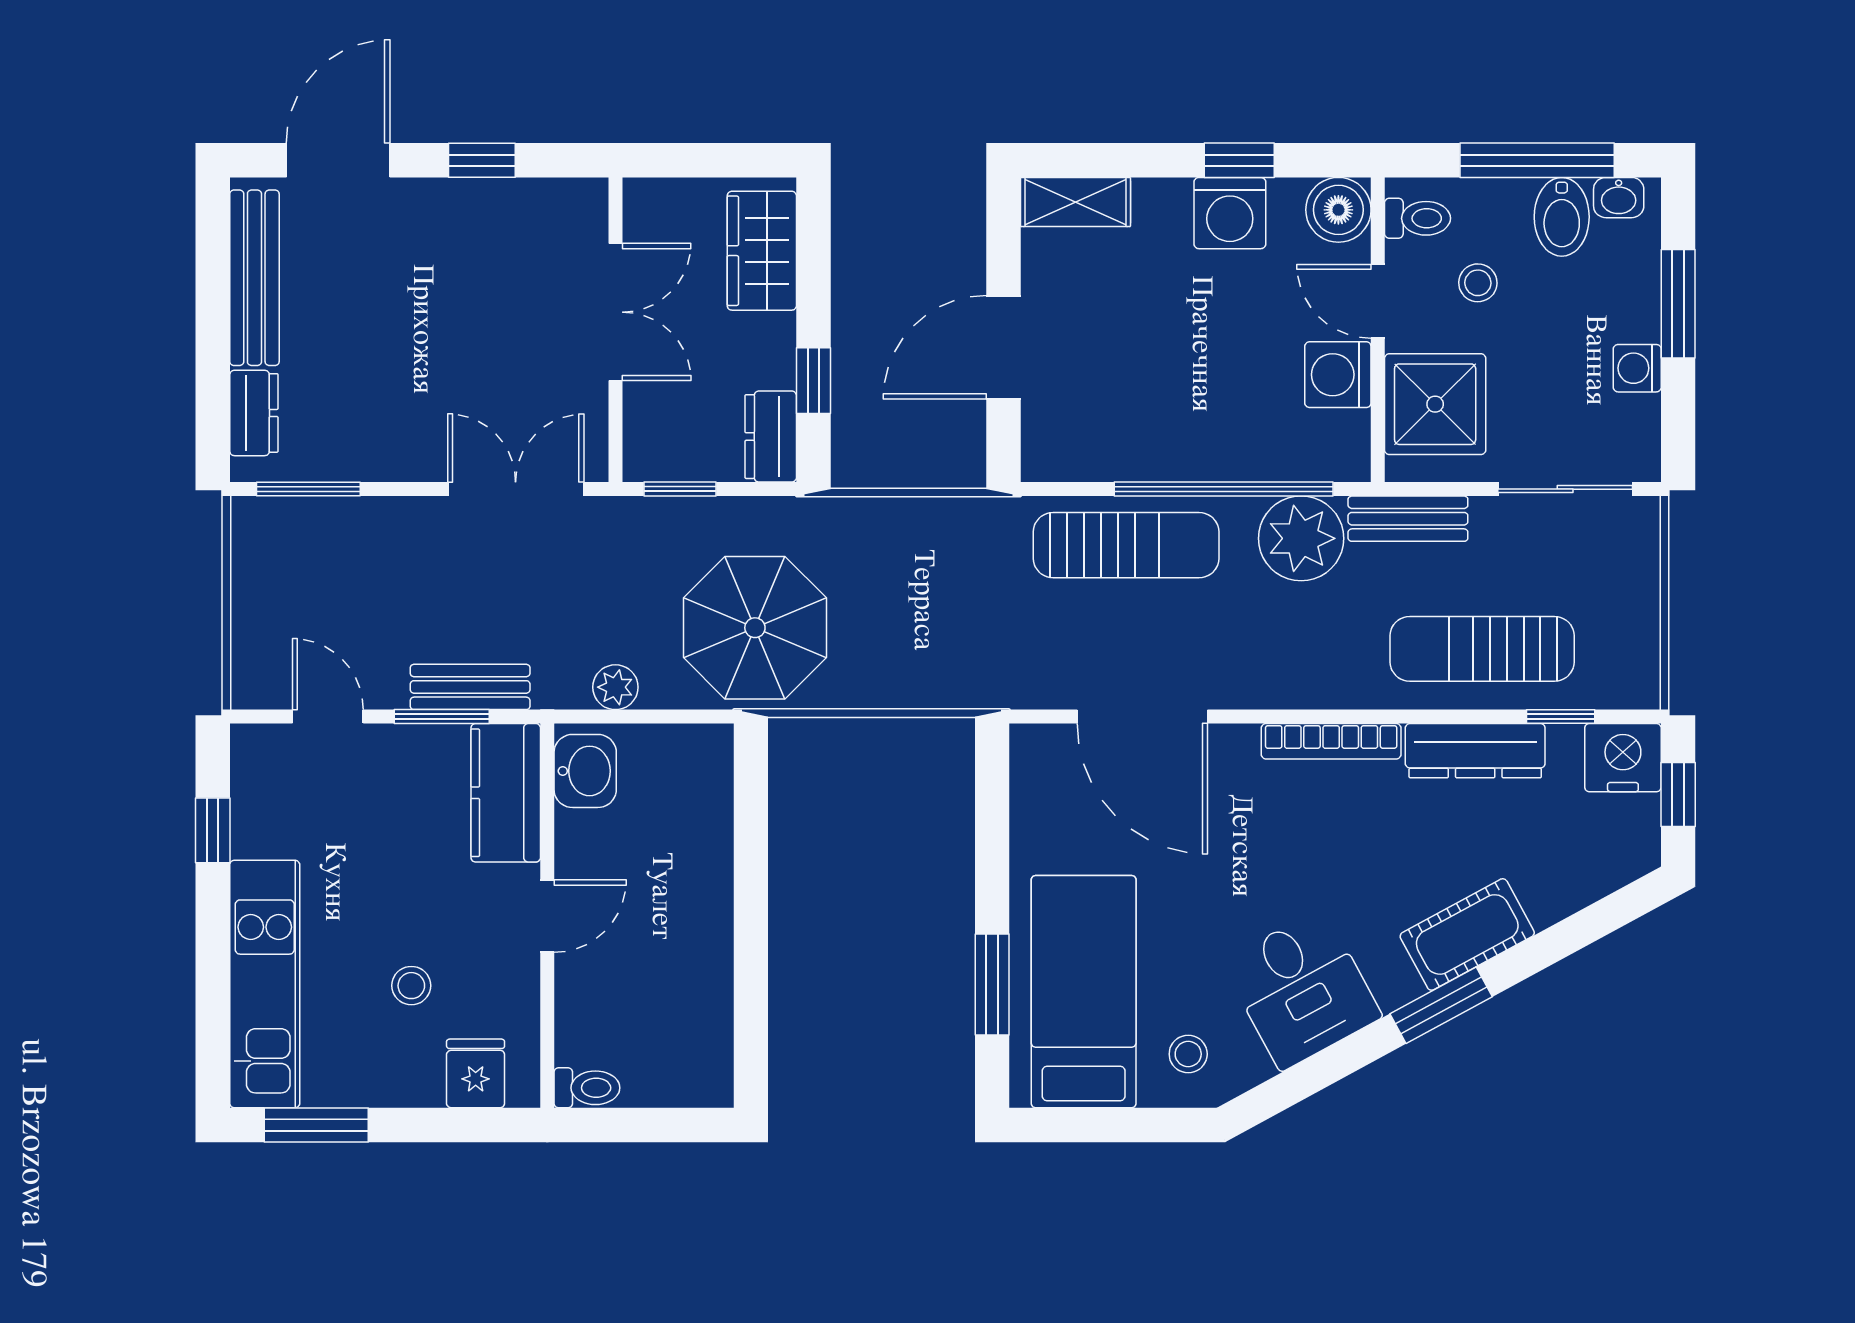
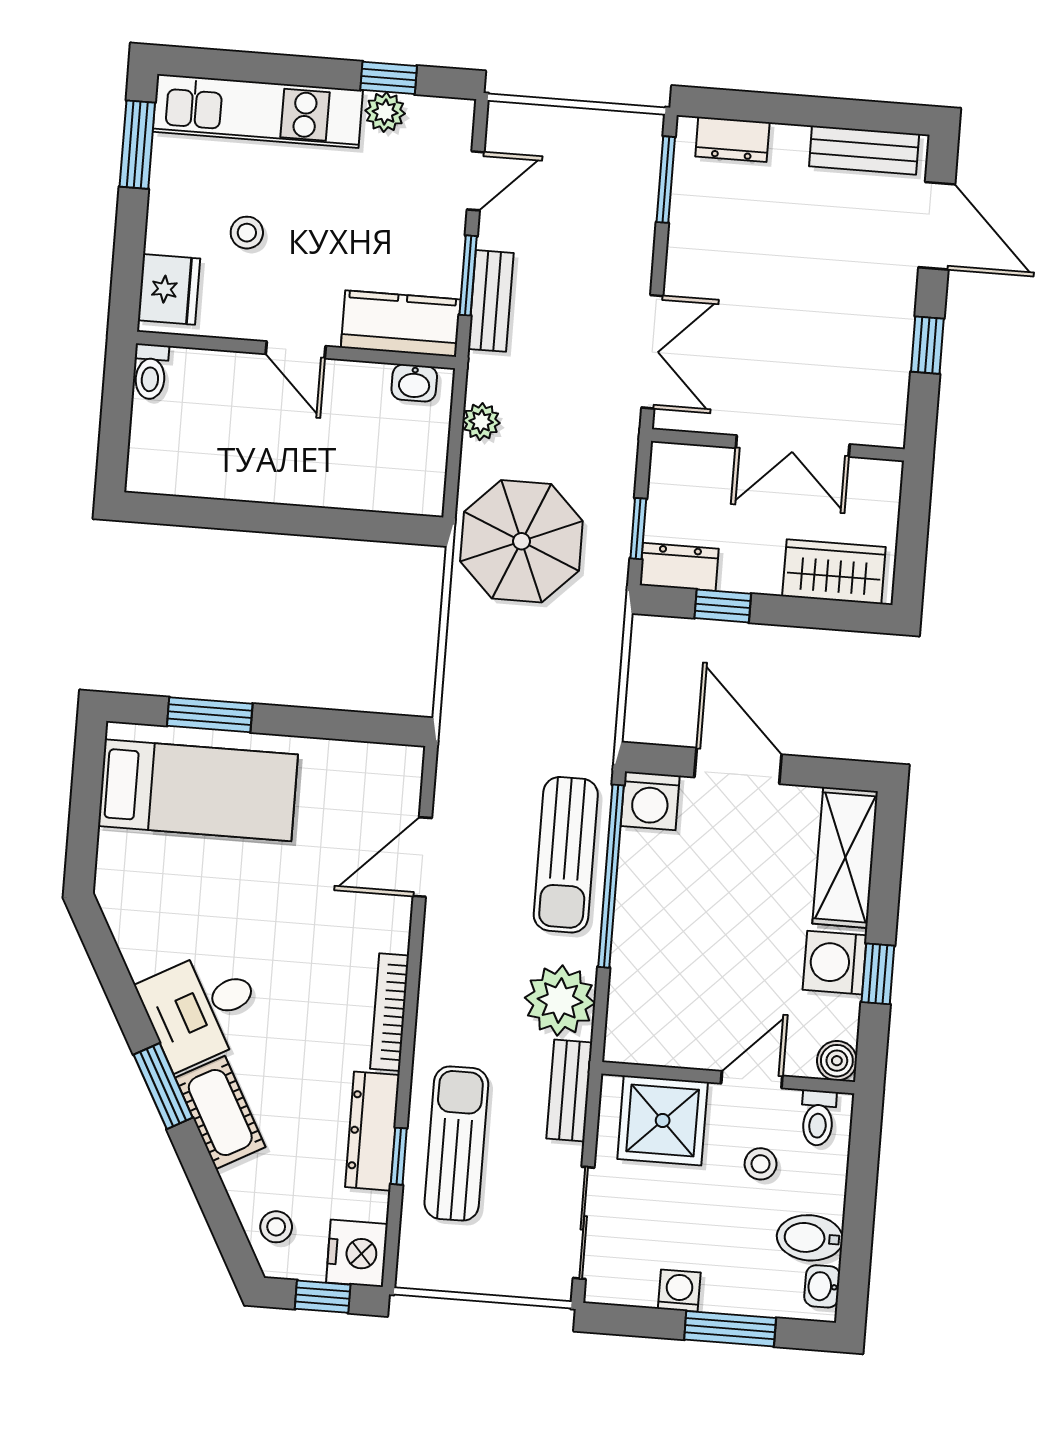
window: (1537, 160) -> (858, 1221), removed
shelving: (1075, 202) -> (845, 857), width x1.50, depth x1.33
boiler: (1338, 210) -> (837, 1061), width x0.73, depth x0.73
bench: (254, 278) -> (864, 150), width x0.73
washing machine: (1338, 375) -> (650, 801), moved, turned 180
window: (680, 489) -> (638, 529), moved
window: (1224, 489) -> (611, 876), moved
door: (1142, 717) -> (422, 857), width x0.73
window: (1561, 717) -> (399, 1156), moved
washbasin: (585, 771) -> (414, 383), width x0.72, depth x0.69
plant: (254, 831) -> (385, 112), added
desk: (1302, 989) -> (202, 1008), moved
stool: (1188, 1054) -> (276, 1227), moved
fridge: (476, 1073) -> (169, 289), width x1.38

